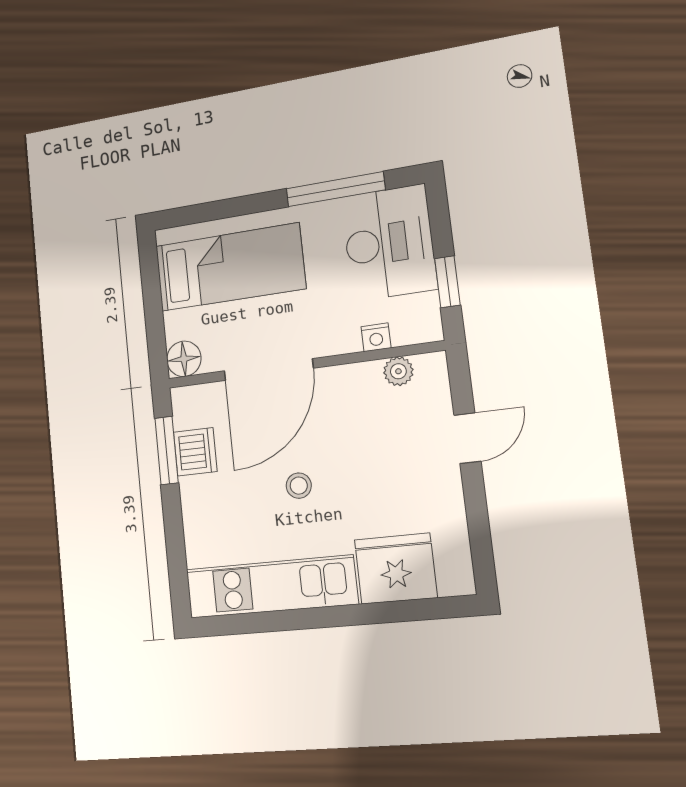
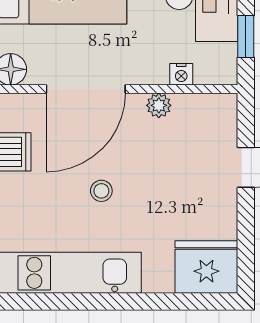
plant: (398, 371) -> (159, 105), moved
fridge: (396, 569) -> (206, 267), moved

